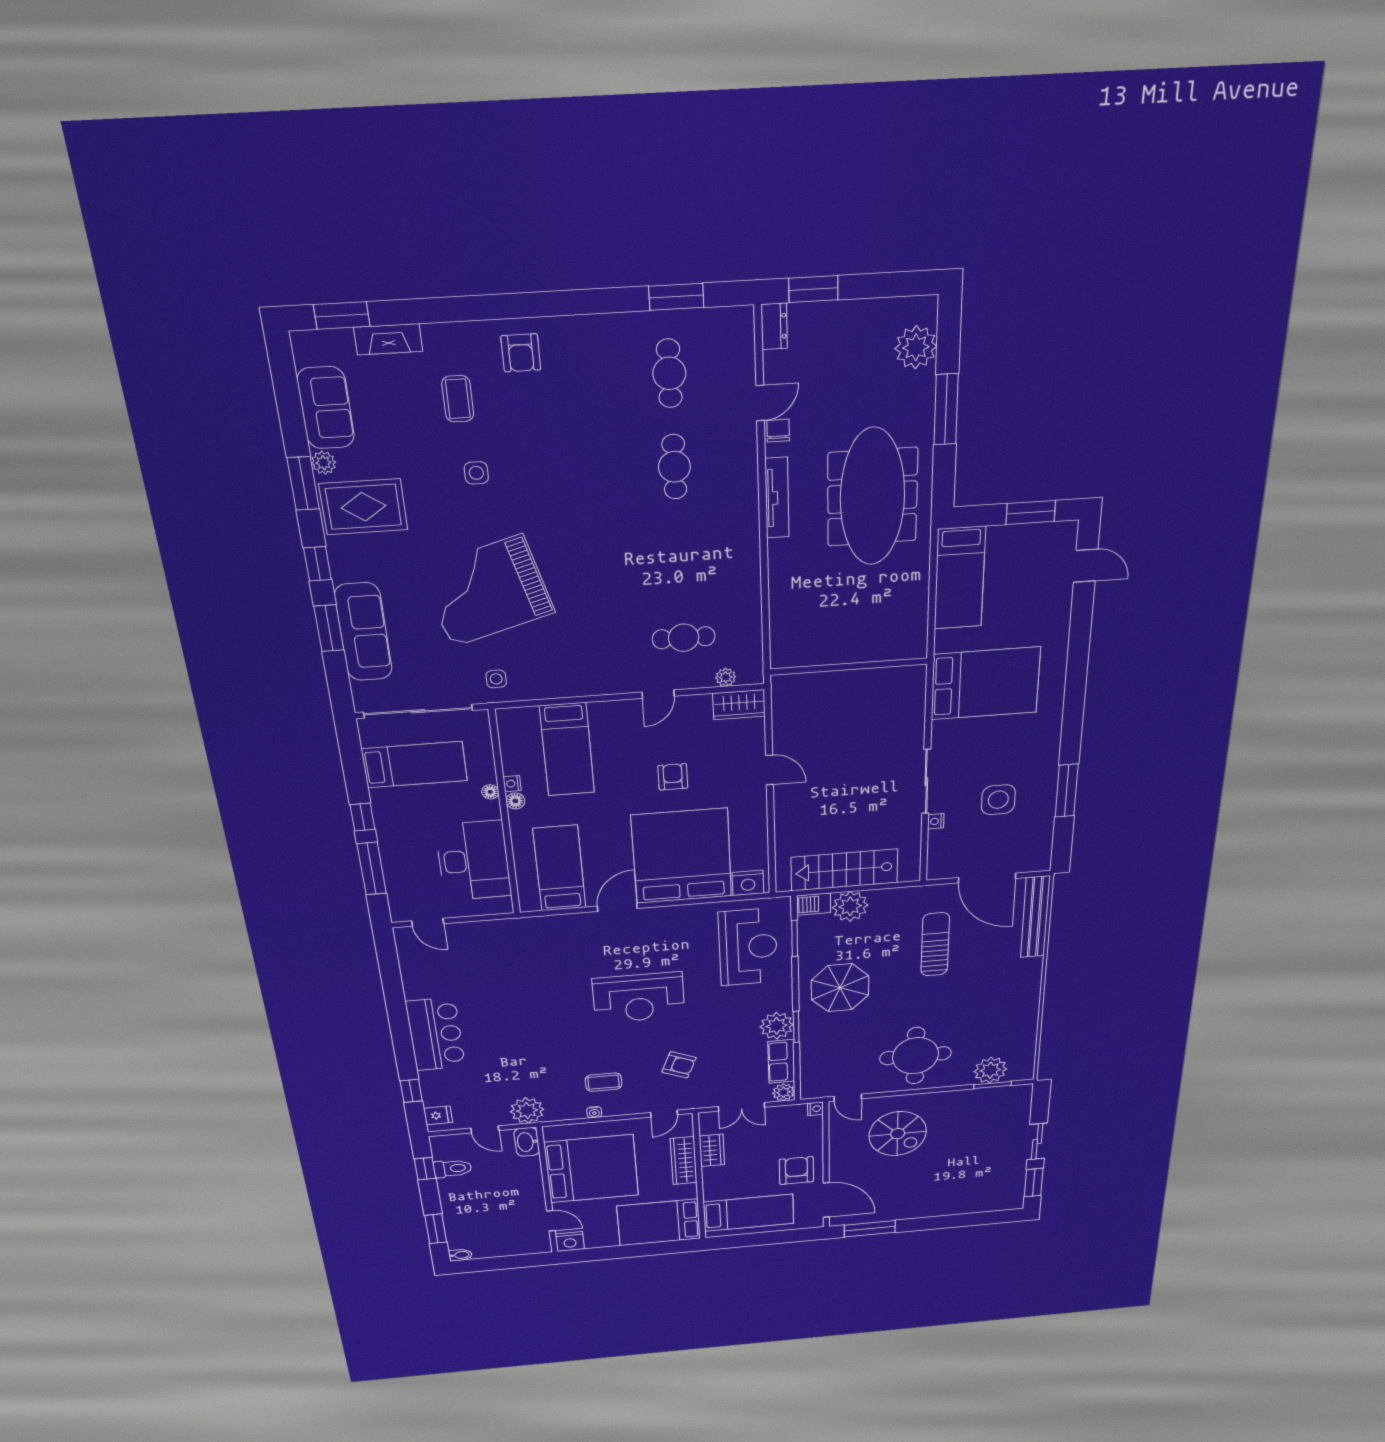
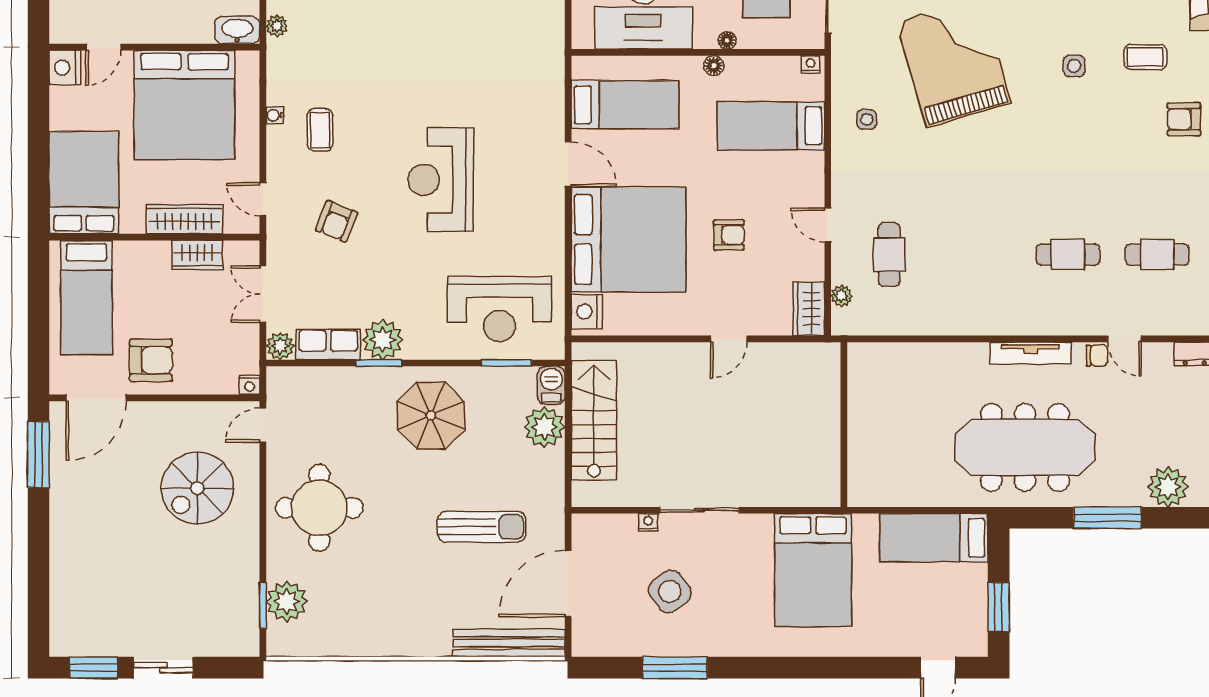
side table: (496, 679) -> (867, 119), moved
nightstand: (512, 784) -> (811, 64), moved
side table: (998, 800) -> (670, 591), turned -37
plant: (527, 1111) -> (277, 26), width x0.53, depth x0.53

